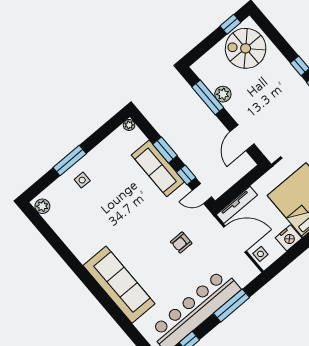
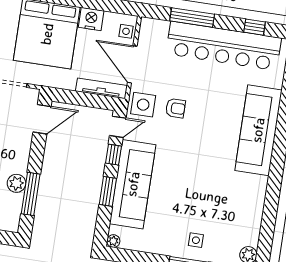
door: (242, 138) -> (42, 119), moved
sofa: (158, 168) -> (133, 184), width x1.36, depth x1.27
door: (202, 194) -> (118, 127), hinge flipped
side table: (202, 223) -> (143, 105), added

